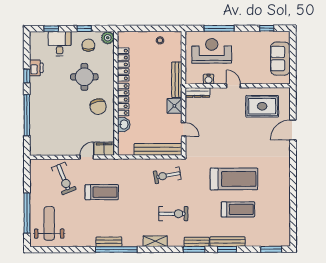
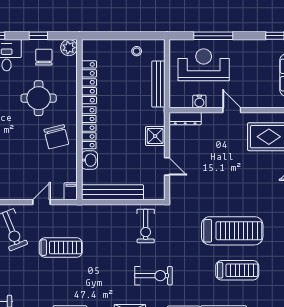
bench: (177, 80) -> (158, 84), moved
filing cabinet: (104, 149) -> (71, 191), width x0.50
bench: (158, 149) -> (112, 192), moved
exercise bike: (167, 175) -> (146, 226), turned -80

